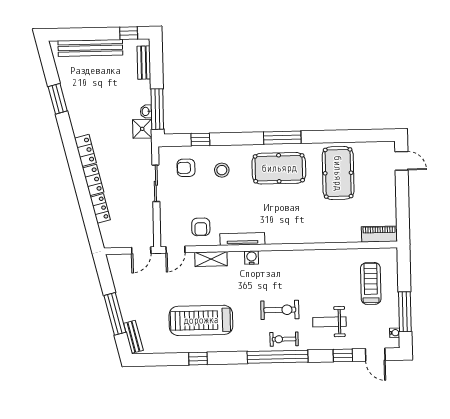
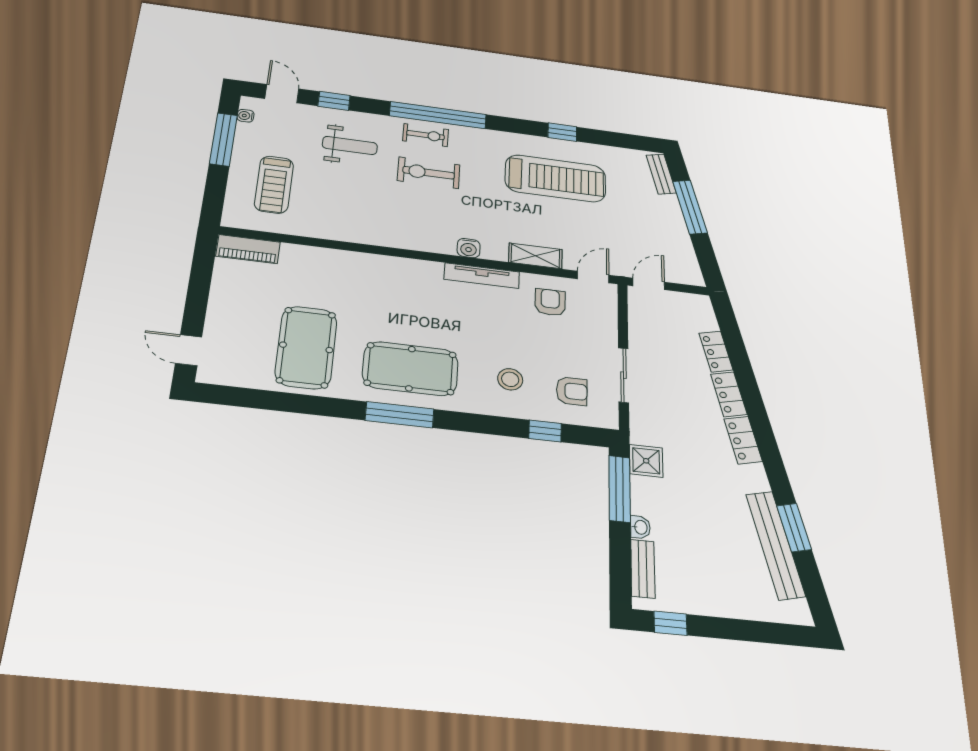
bench: (90, 48) -> (775, 545), moved, turned 76
washbasin: (146, 111) -> (640, 527), moved

